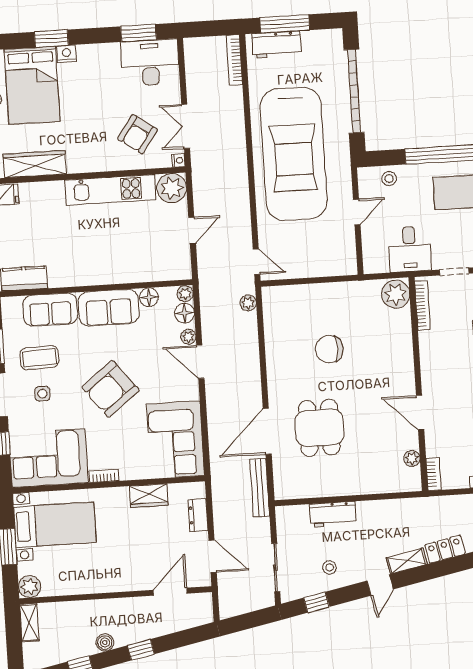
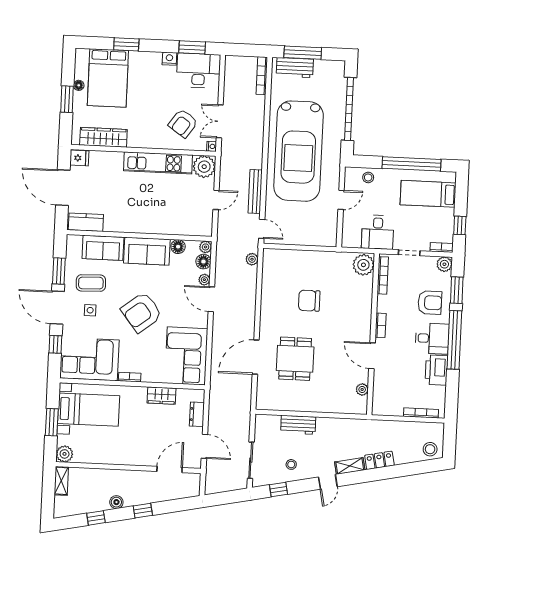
nightstand: (66, 54) -> (169, 59), moved
bookcase: (433, 474) -> (381, 325), moved
bench: (260, 488) -> (255, 191), moved

